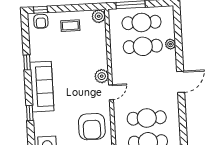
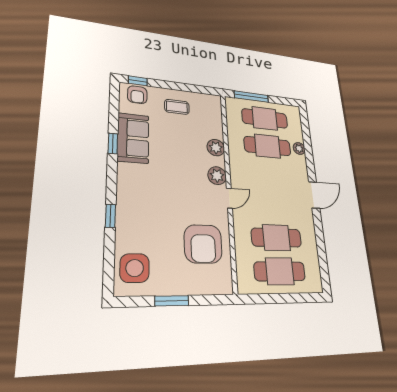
plant: (99, 16) -> (216, 148), moved
sofa: (42, 87) -> (133, 138), moved, width x0.73

